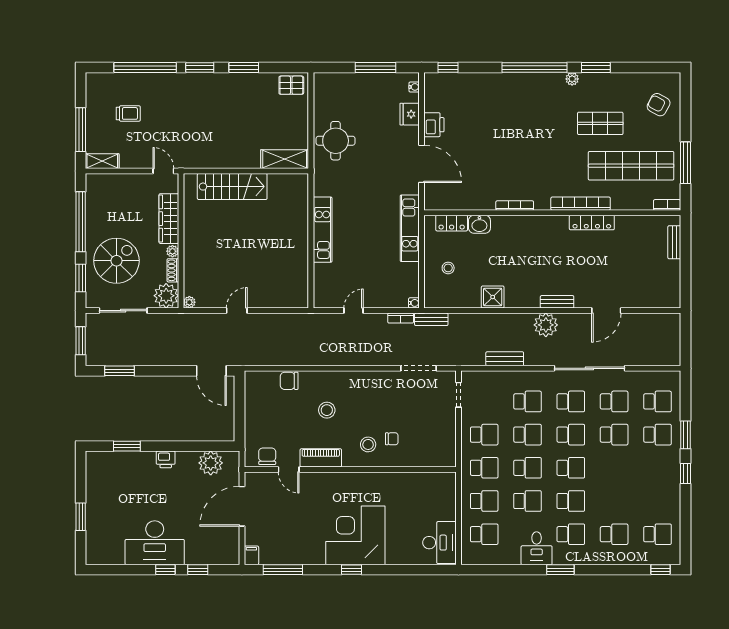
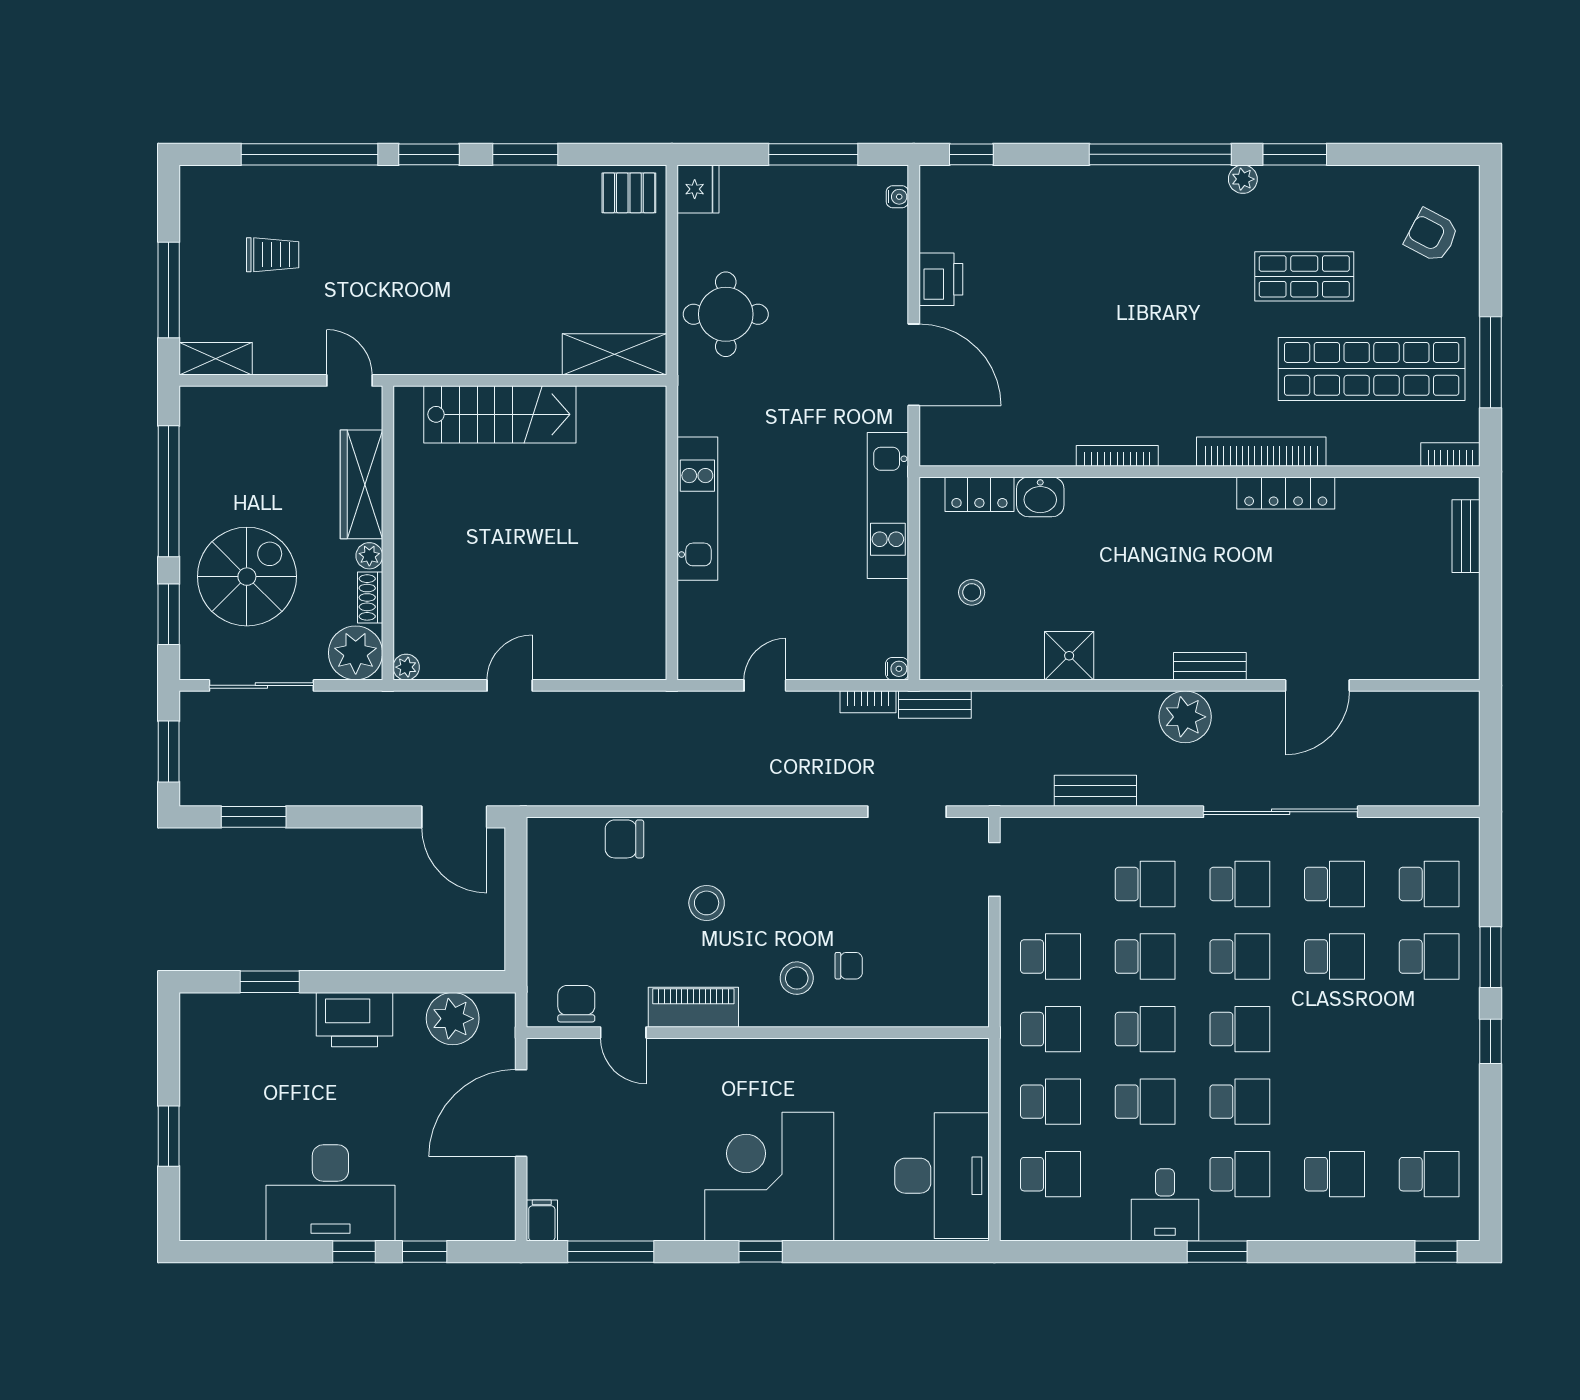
fridge: (410, 114) -> (698, 189), moved, turned 180
printer: (166, 459) -> (355, 1020), width x1.87, depth x1.48
desk: (439, 543) -> (942, 1176), width x1.36, depth x1.30

